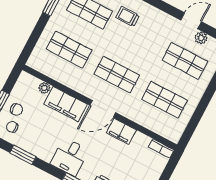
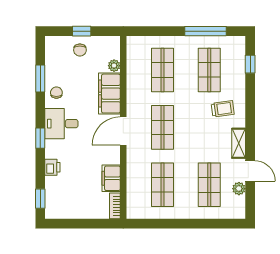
trolley: (128, 16) -> (223, 109), turned 82
shelving: (163, 18) -> (239, 143), added
door: (103, 109) -> (123, 131), hinge flipped
chair: (12, 127) -> (56, 93), moved
filing cabinet: (121, 131) -> (111, 178), moved

